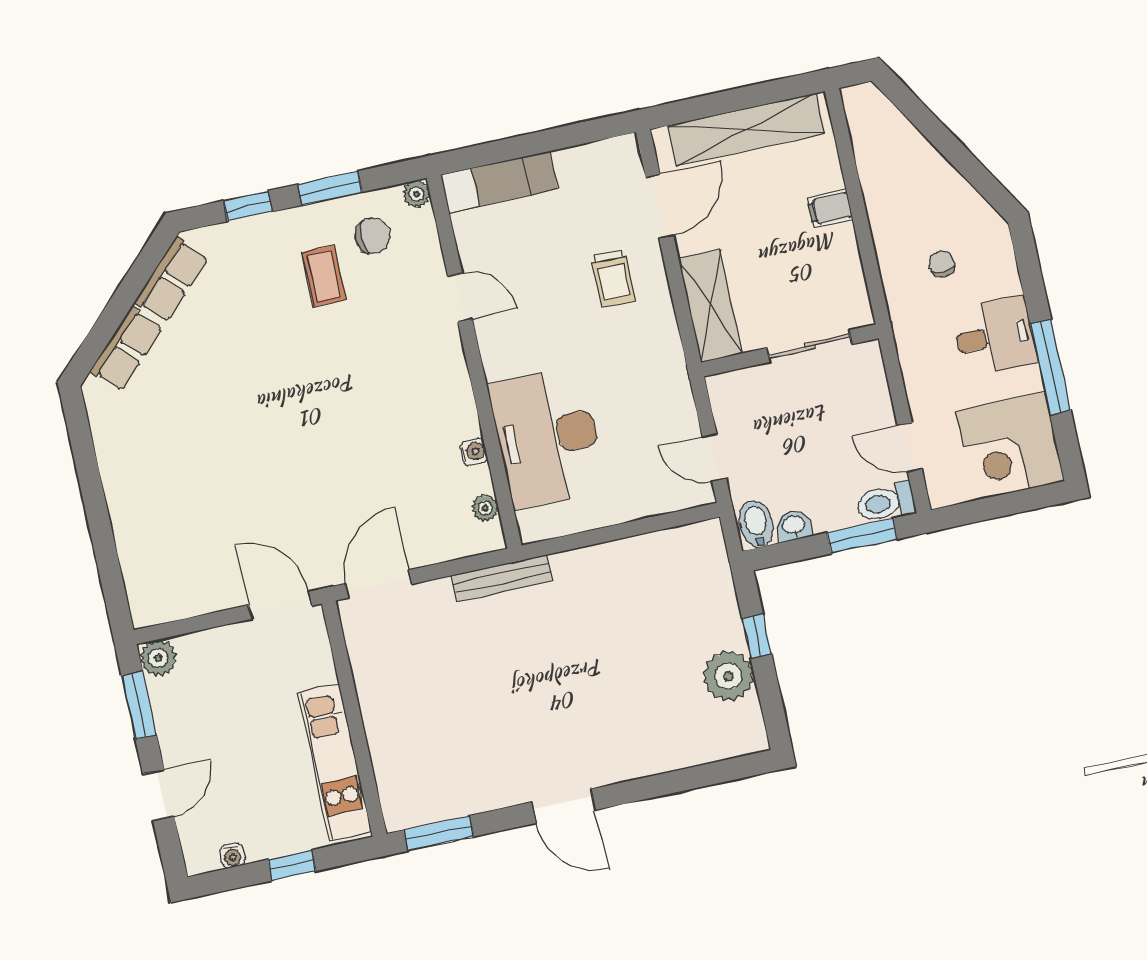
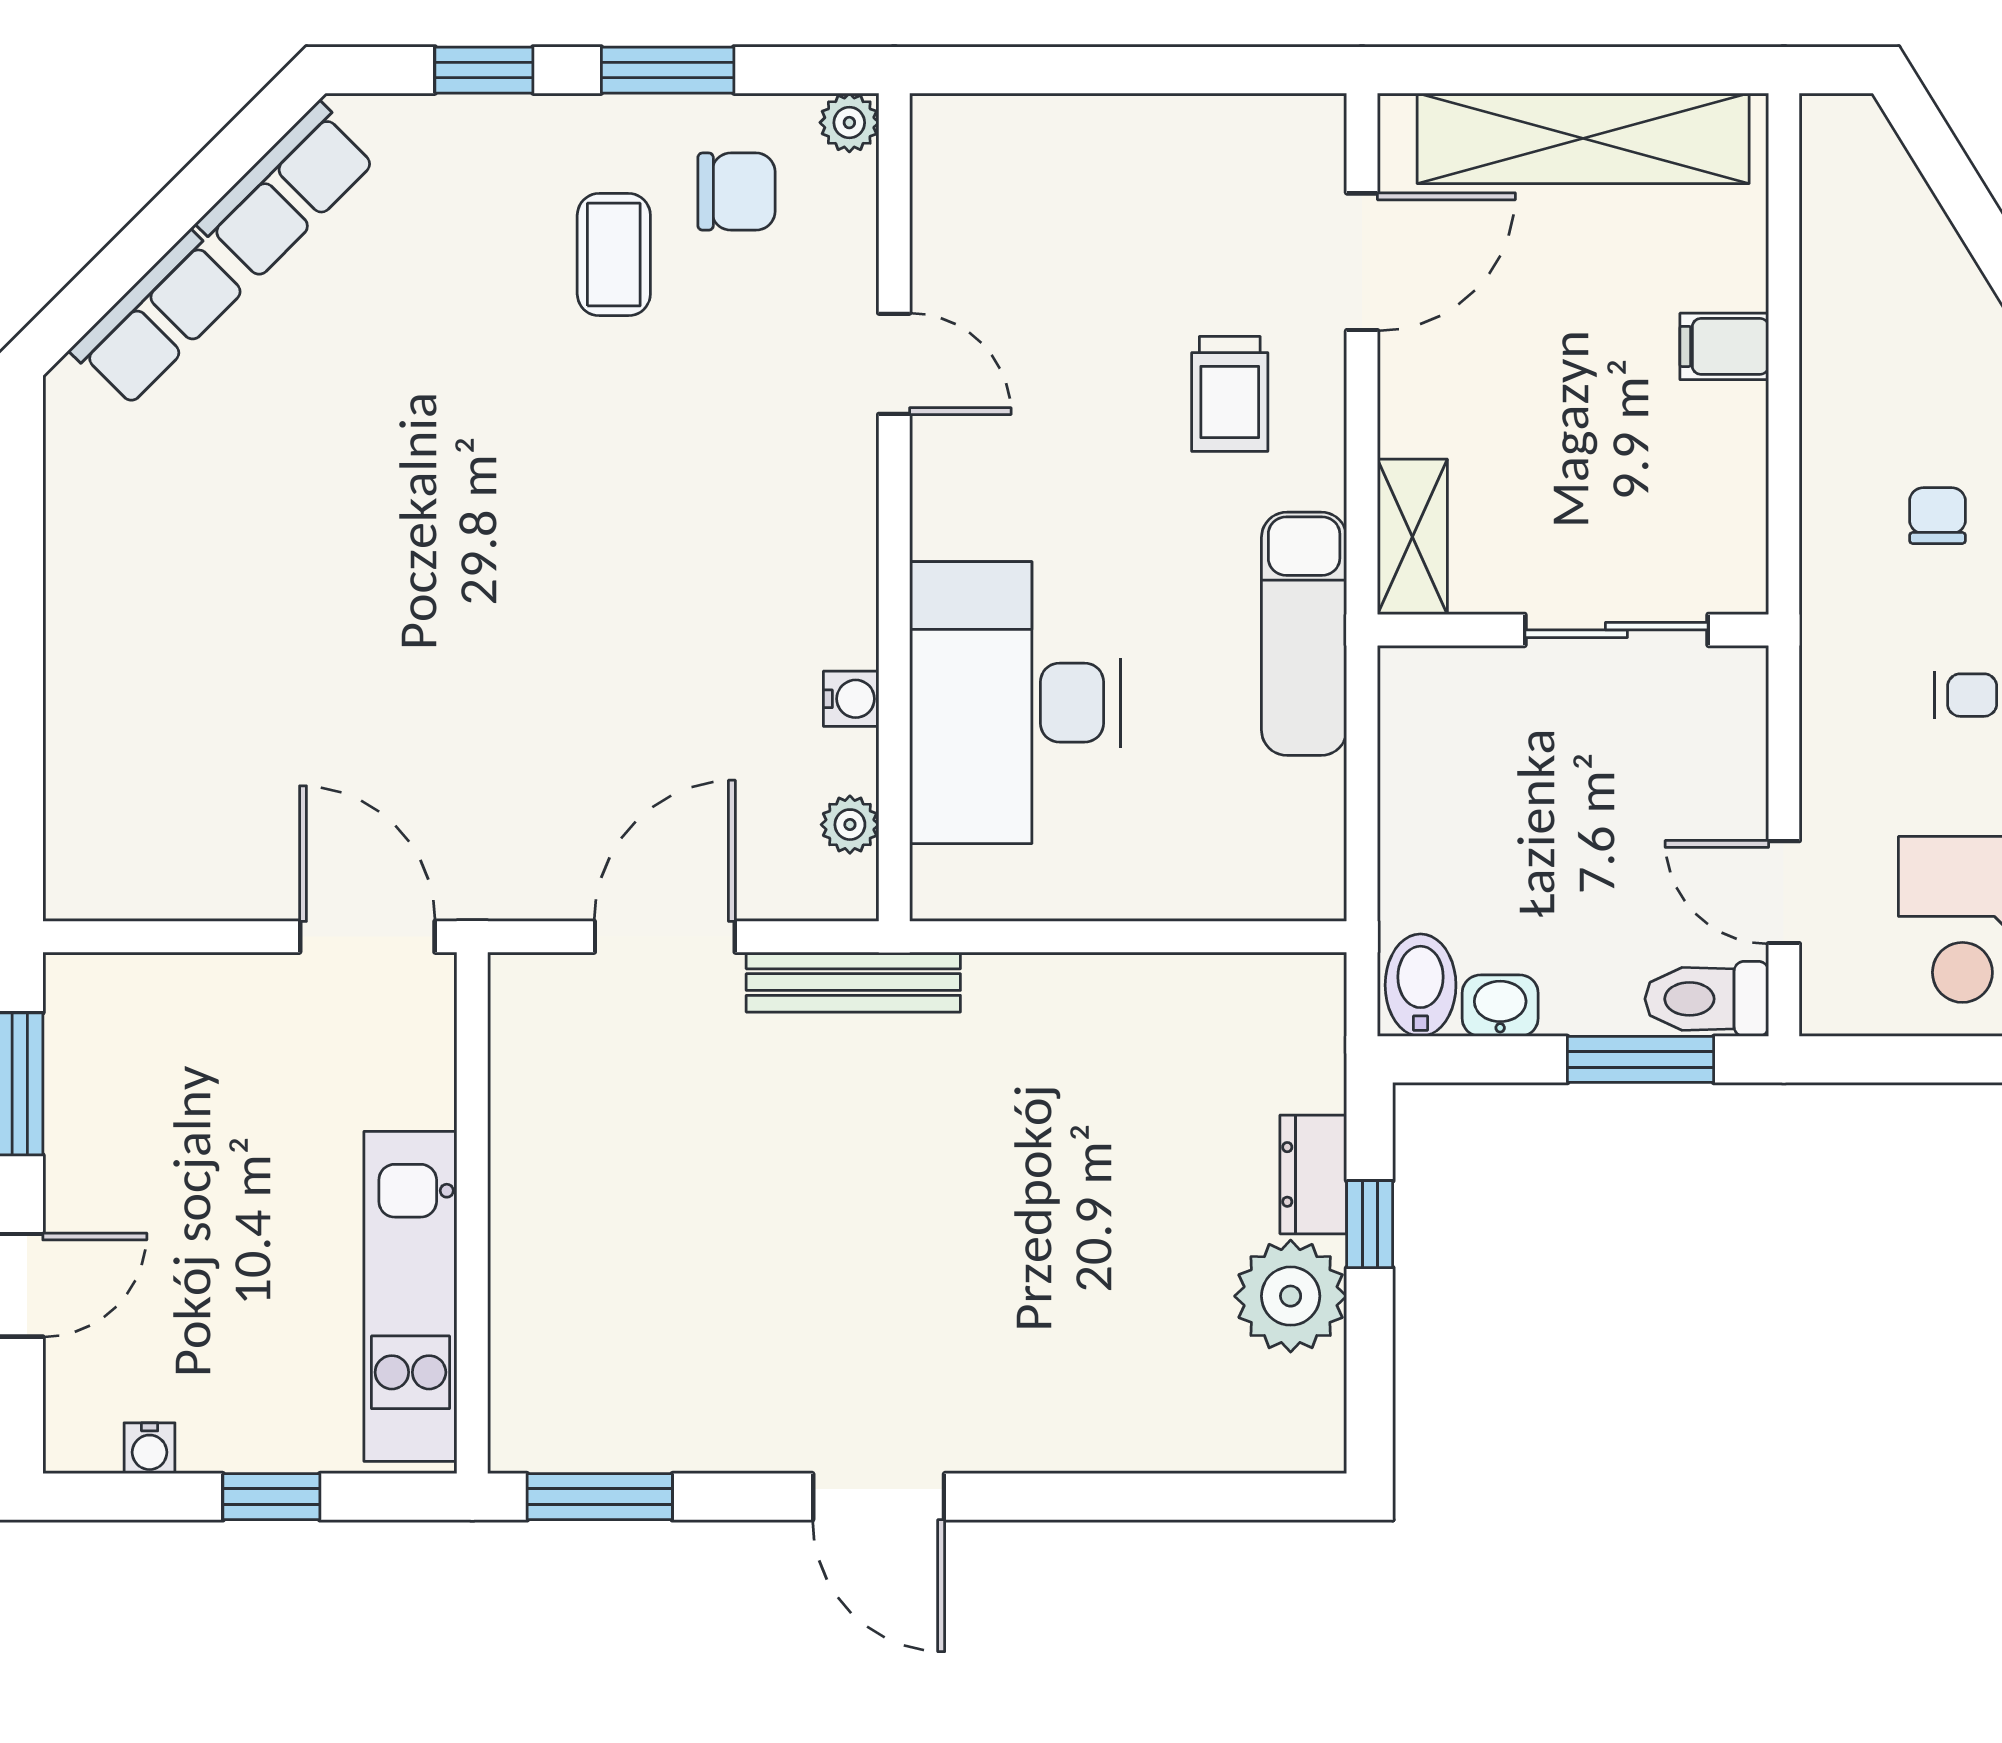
exam couch: (499, 182) -> (1304, 634), moved, turned 90
shelving: (710, 306) -> (1412, 537), width x0.67, depth x0.75
door: (714, 457) -> (1362, 823), removed
door: (379, 584) -> (665, 937), moved
dresser: (727, 619) -> (1313, 1174), added
plant: (158, 658) -> (83, 992), removed

